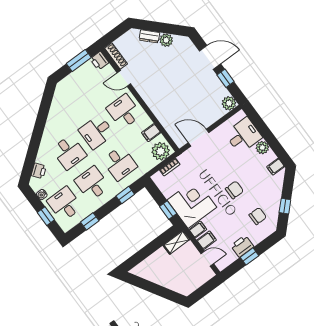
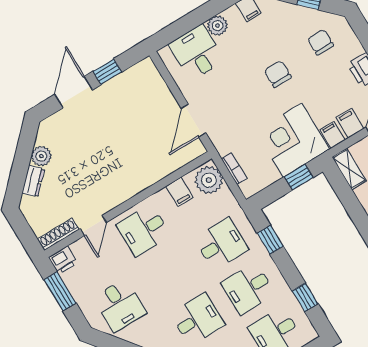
plant: (229, 103) -> (146, 70), removed
desk: (96, 132) -> (120, 305), moved

